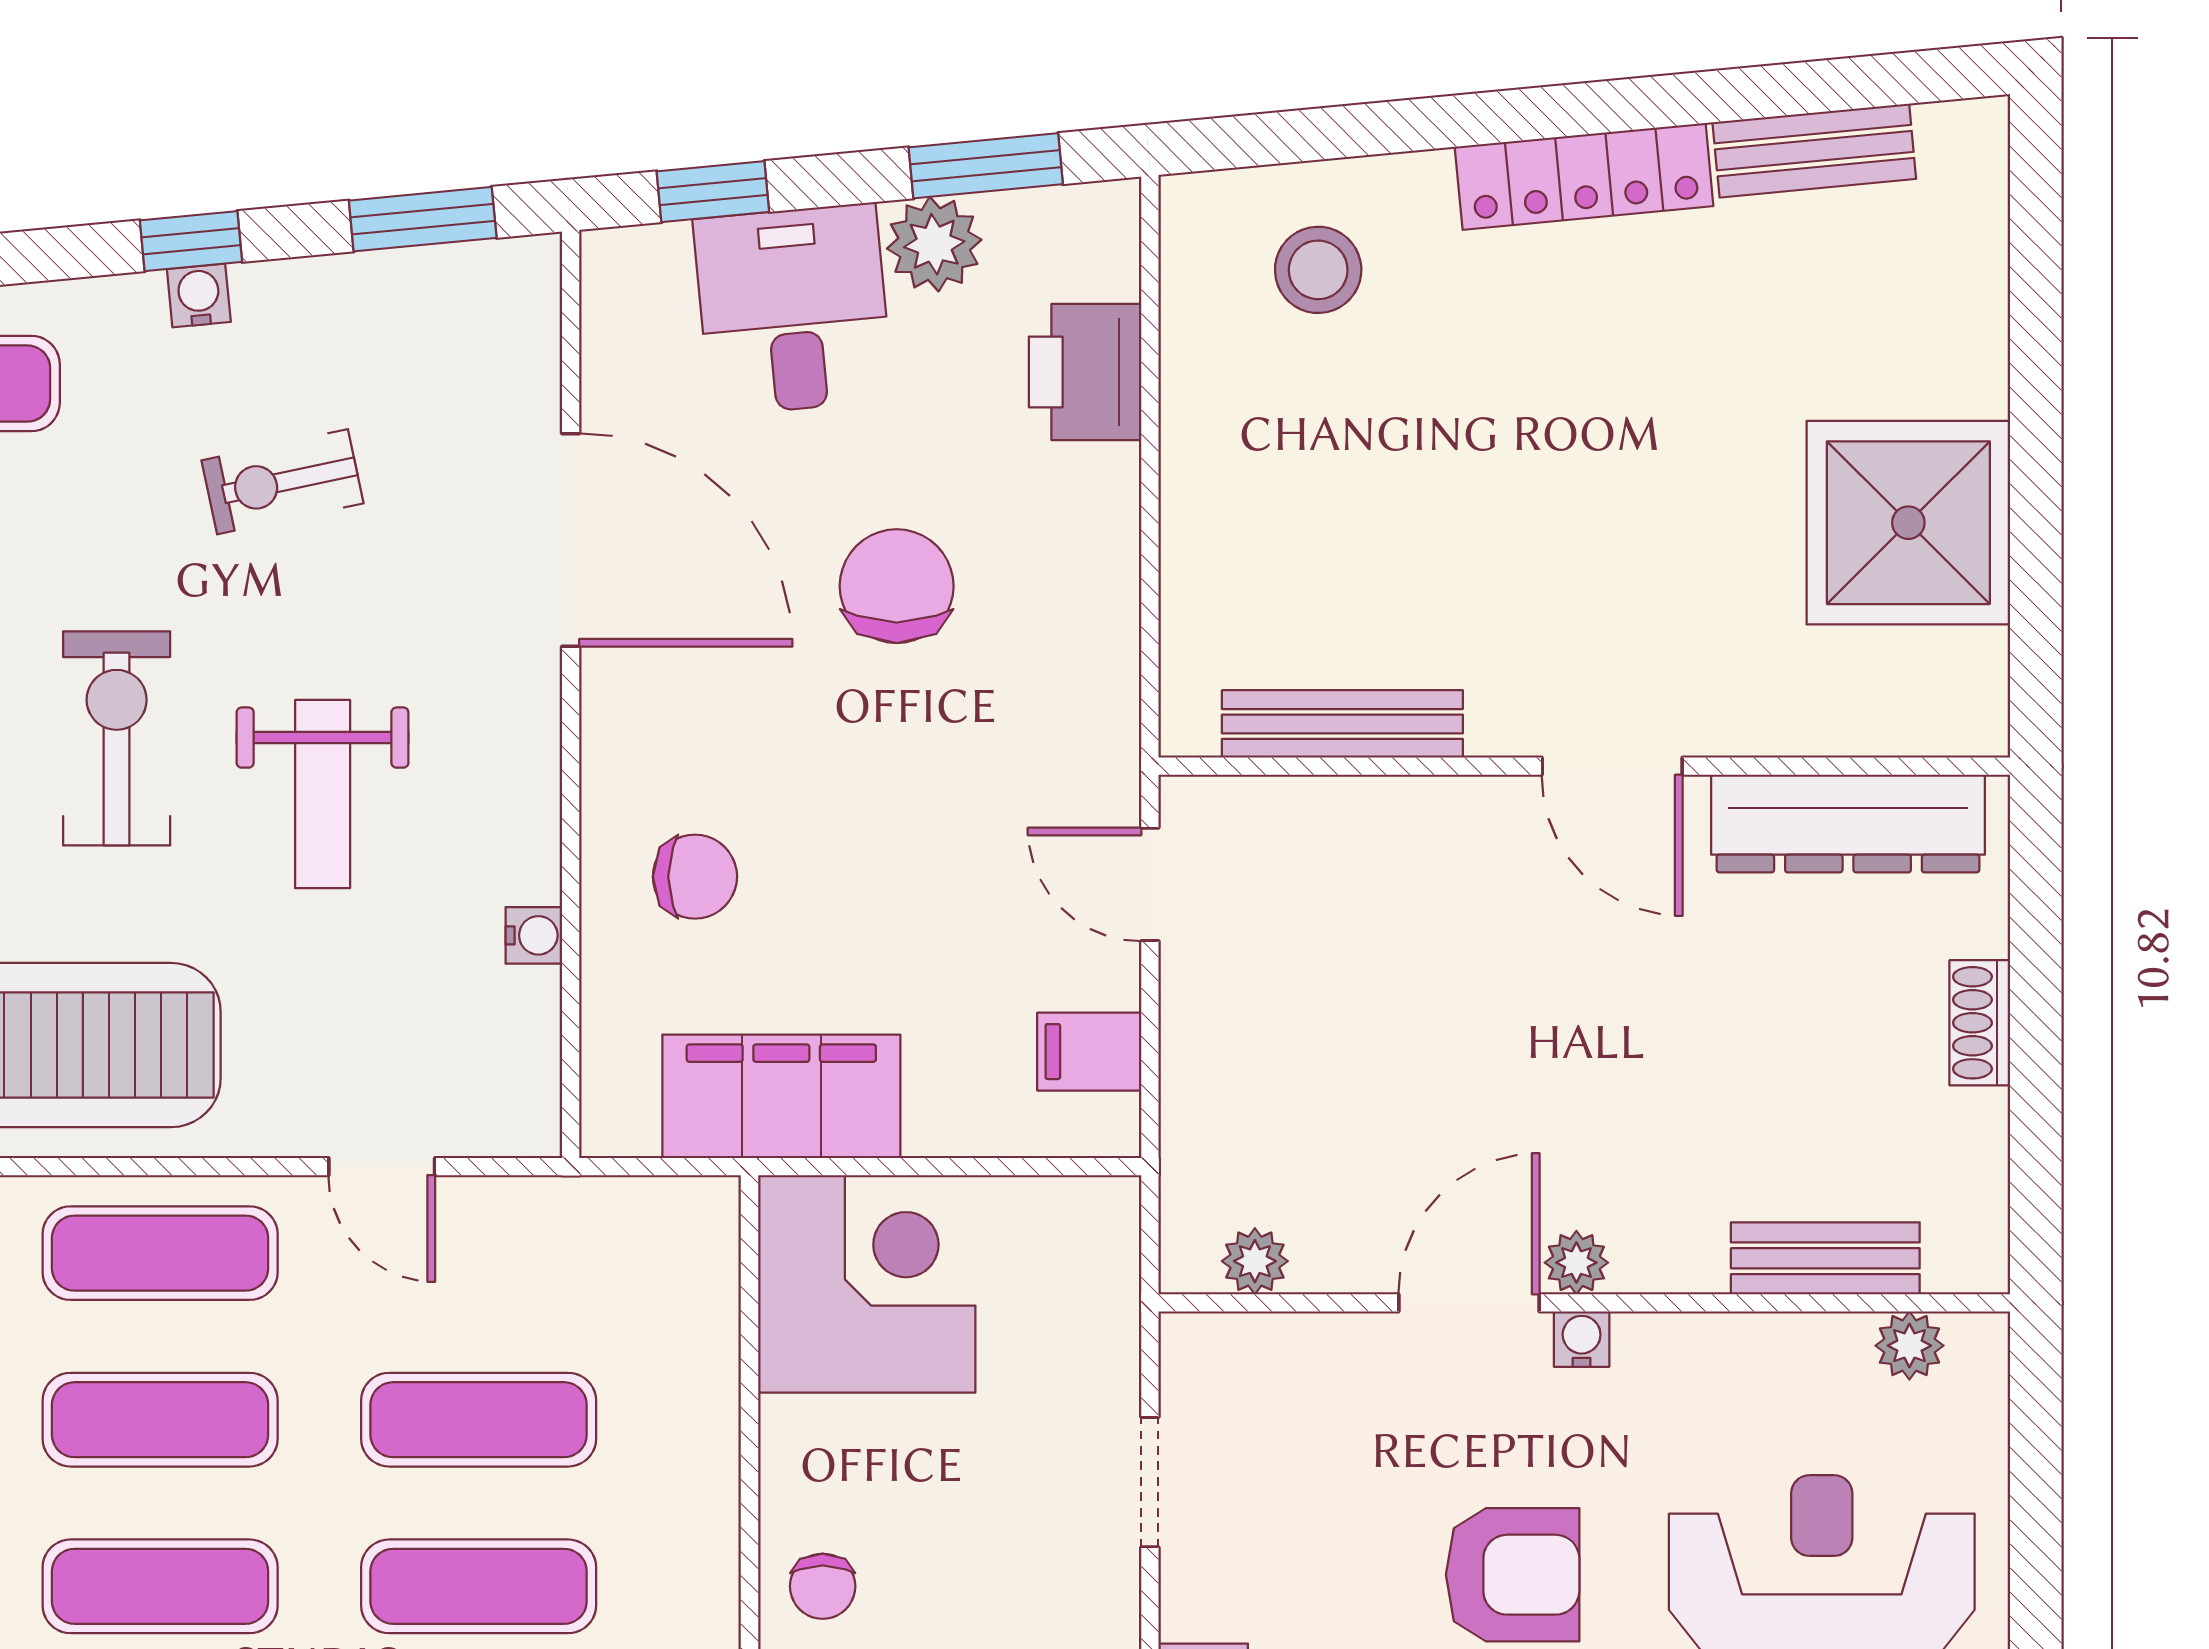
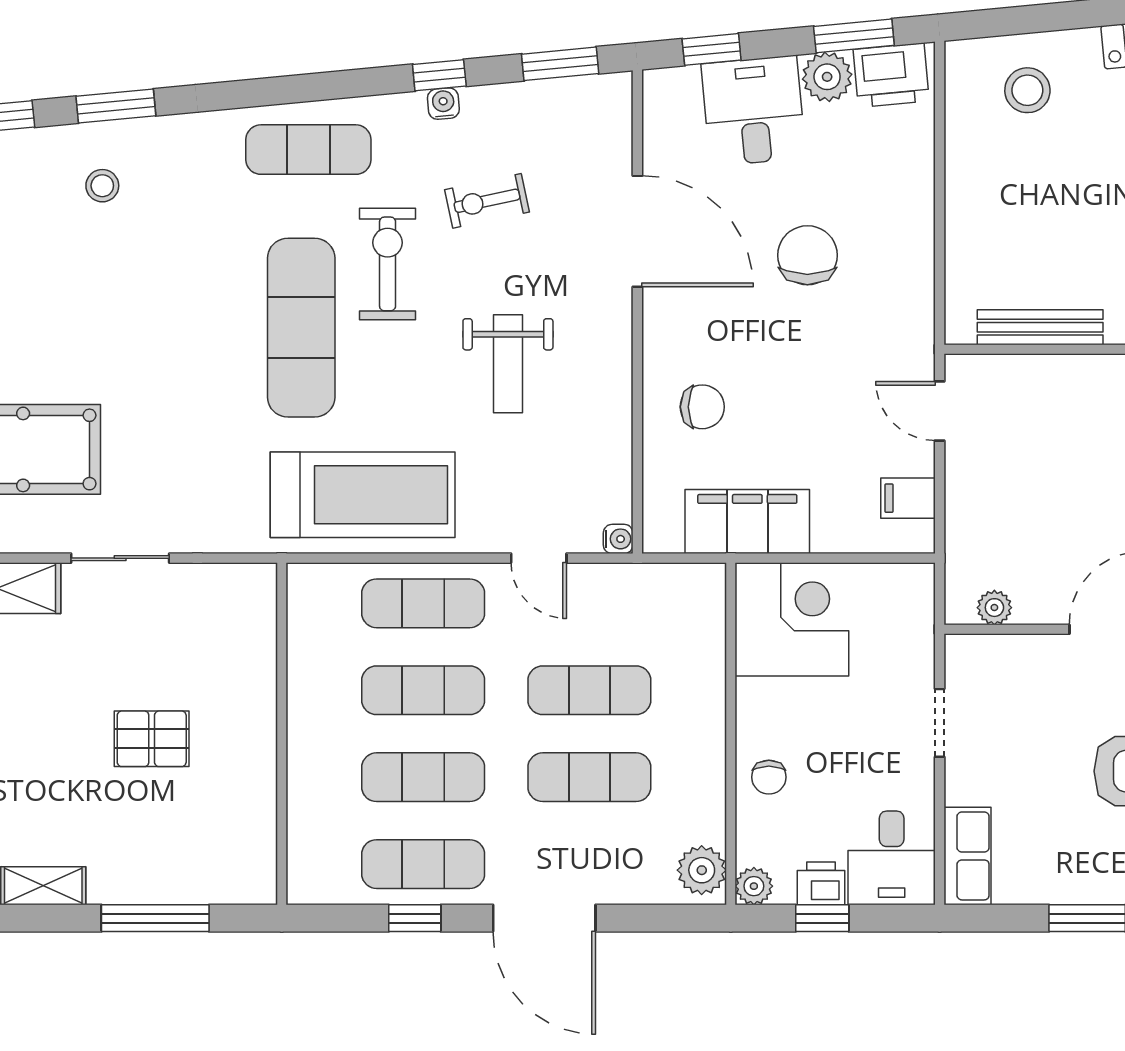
printer: (1085, 372) -> (891, 75), moved, turned -95
exercise bike: (117, 738) -> (388, 264), moved
water cooler: (534, 935) -> (618, 539), moved

